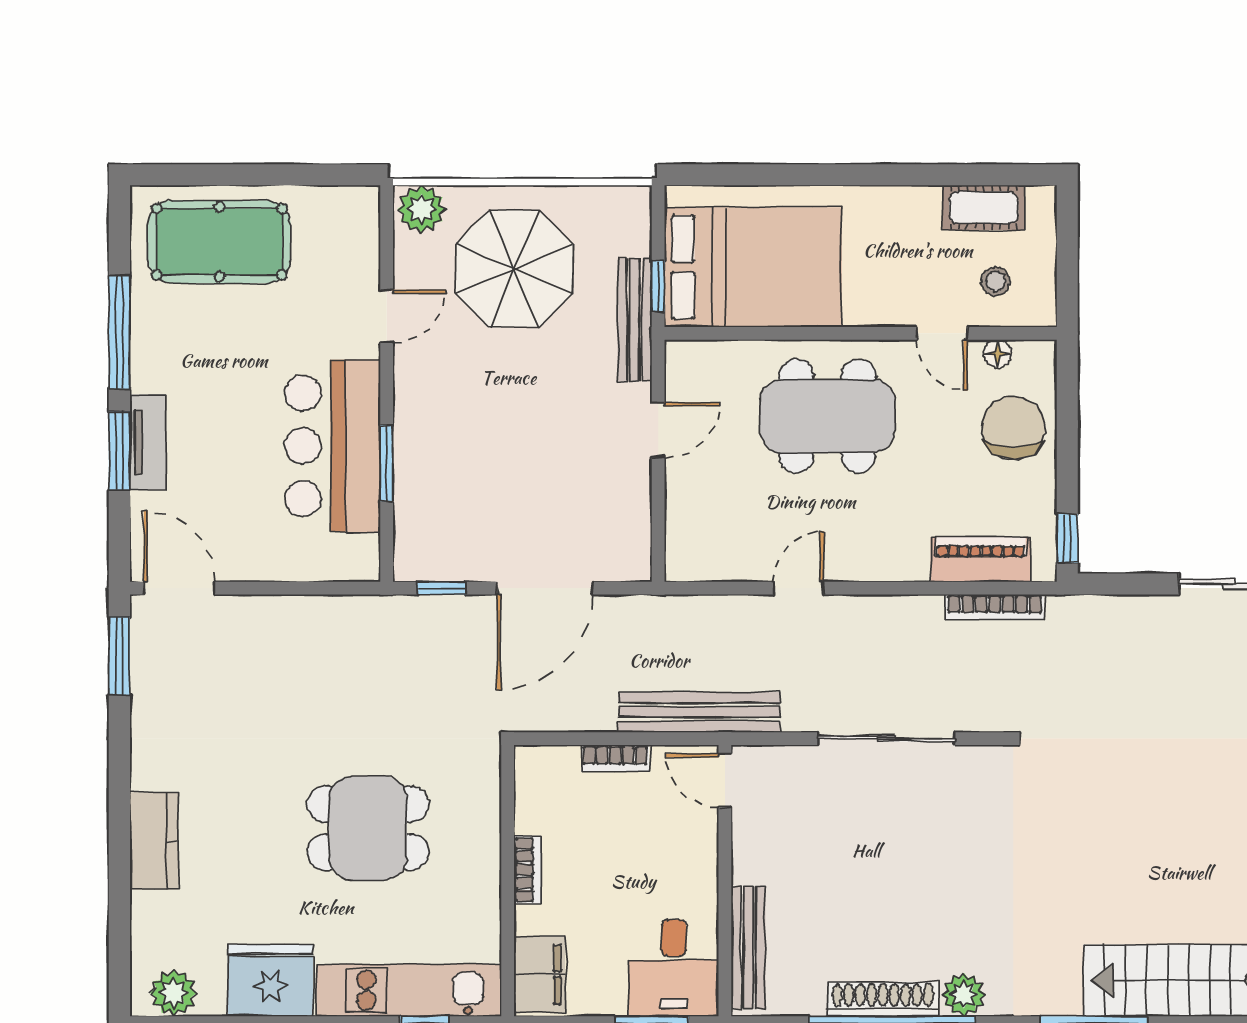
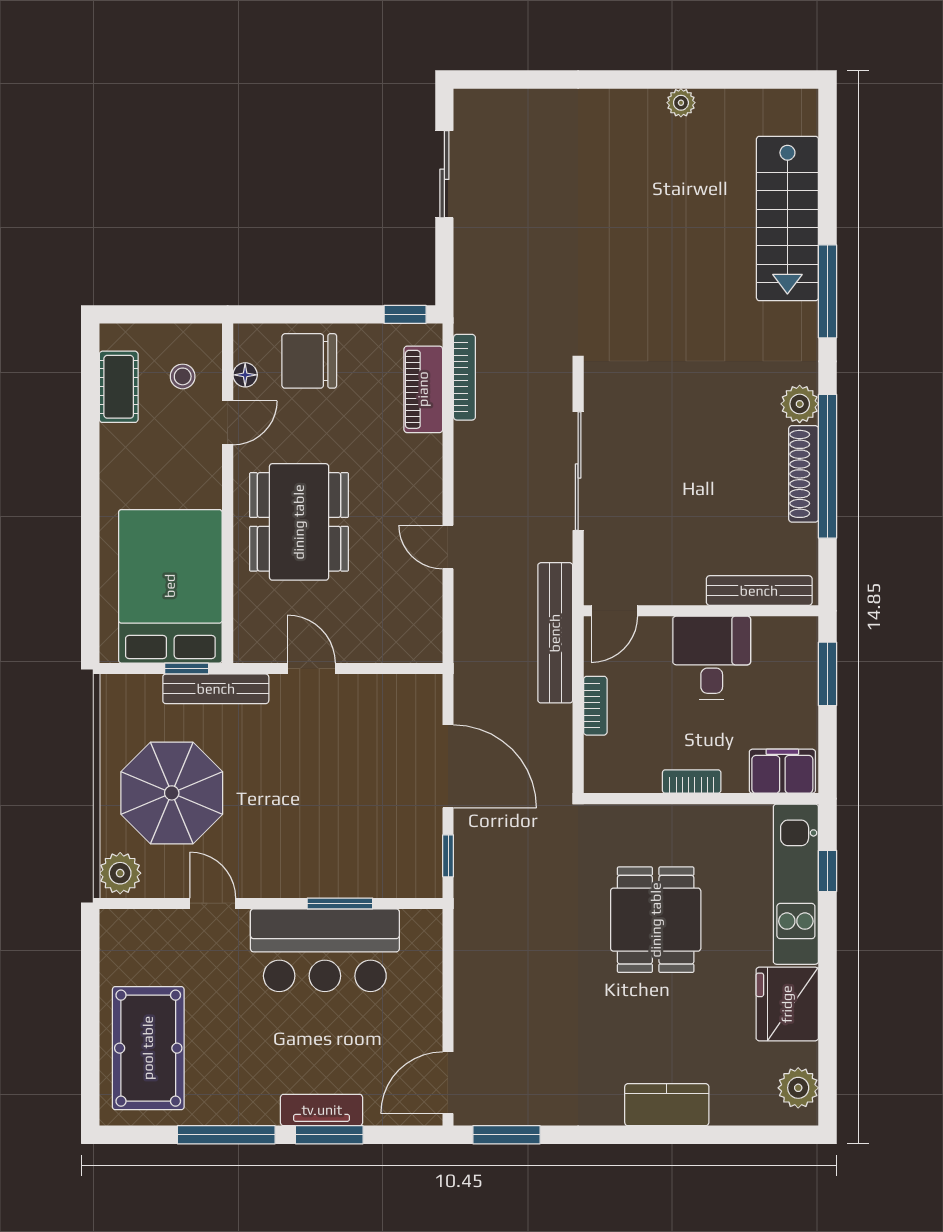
desk: (674, 968) -> (712, 658), moved, turned -90

